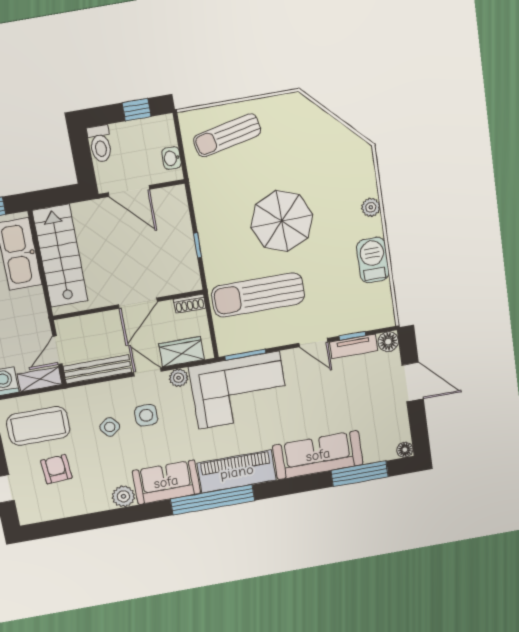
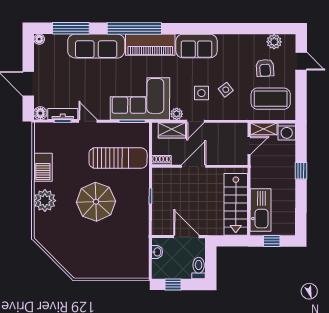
sun lounger: (227, 135) -> (121, 260), removed
plant: (371, 207) -> (45, 201), width x1.88, depth x1.88
bench: (97, 369) -> (227, 129), removed
door: (148, 372) -> (195, 121), hinge flipped
plant: (123, 496) -> (274, 42), moved
window: (212, 500) -> (134, 28), moved

